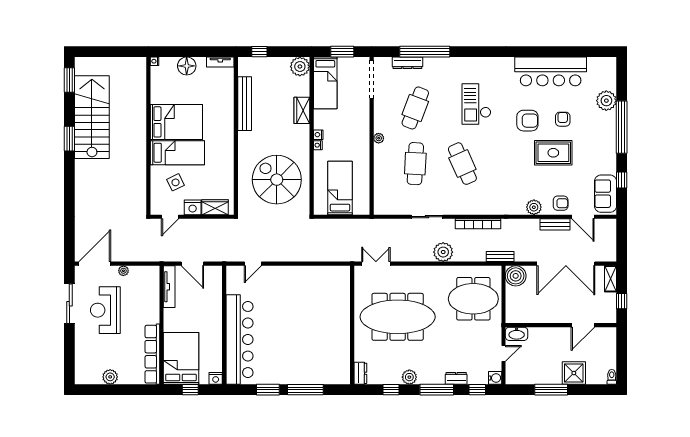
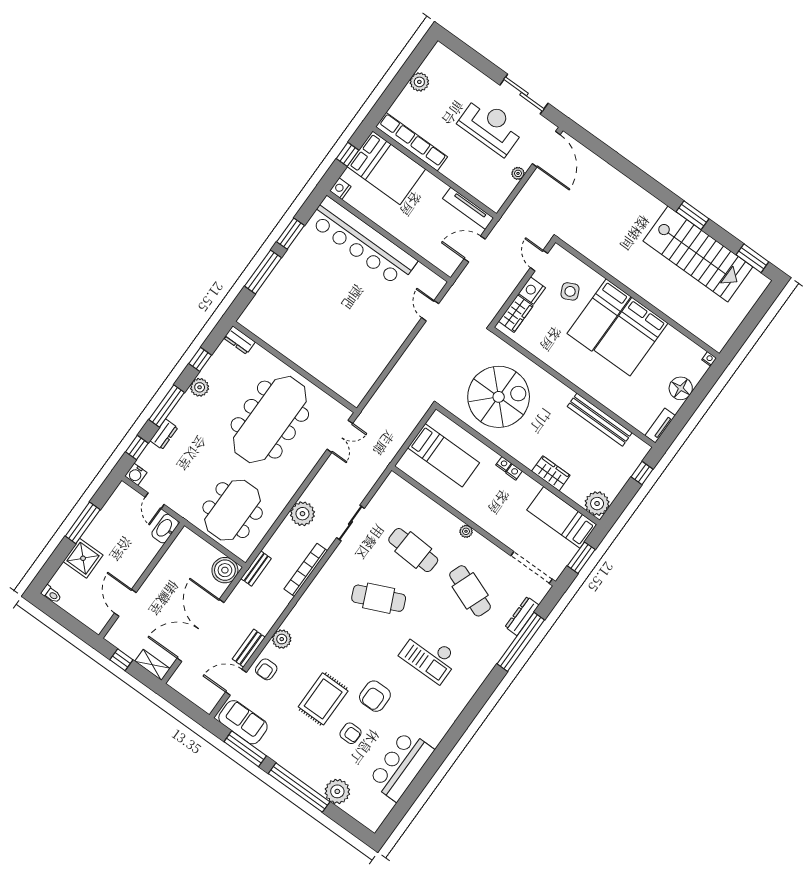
bar counter: (551, 71) -> (401, 766), width x0.73
checkout: (476, 104) -> (429, 656), turned 180
window: (622, 180) -> (245, 749), width x2.17

